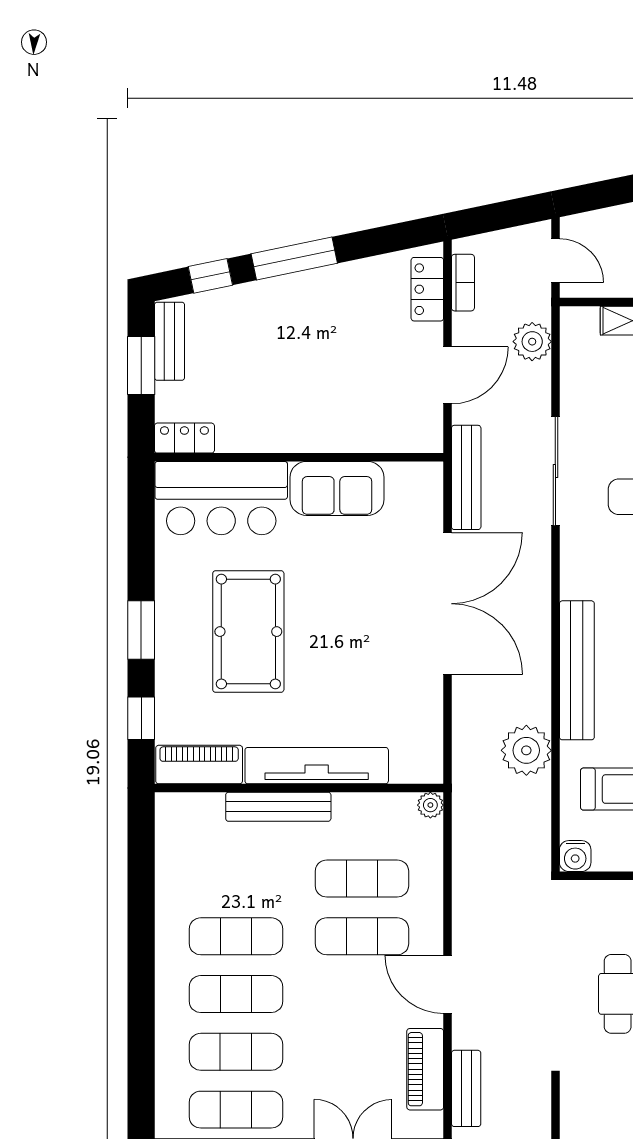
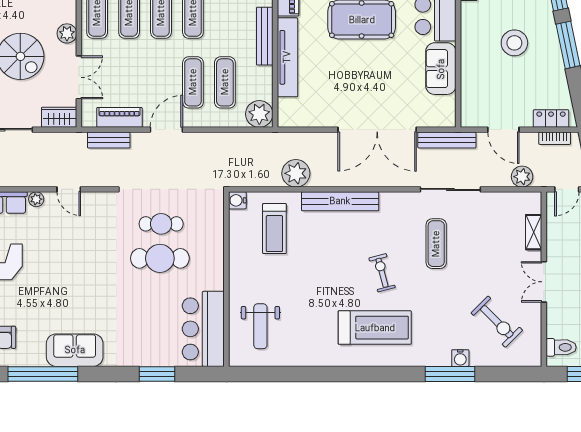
stool: (291, 355) -> (514, 43), added
plant: (430, 805) -> (259, 114), width x1.87, depth x1.87

